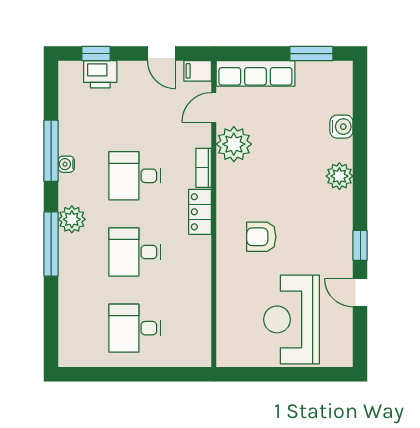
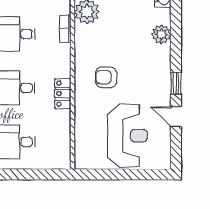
locker: (200, 212) -> (63, 94), moved
reception desk: (292, 319) -> (127, 136), turned 180

